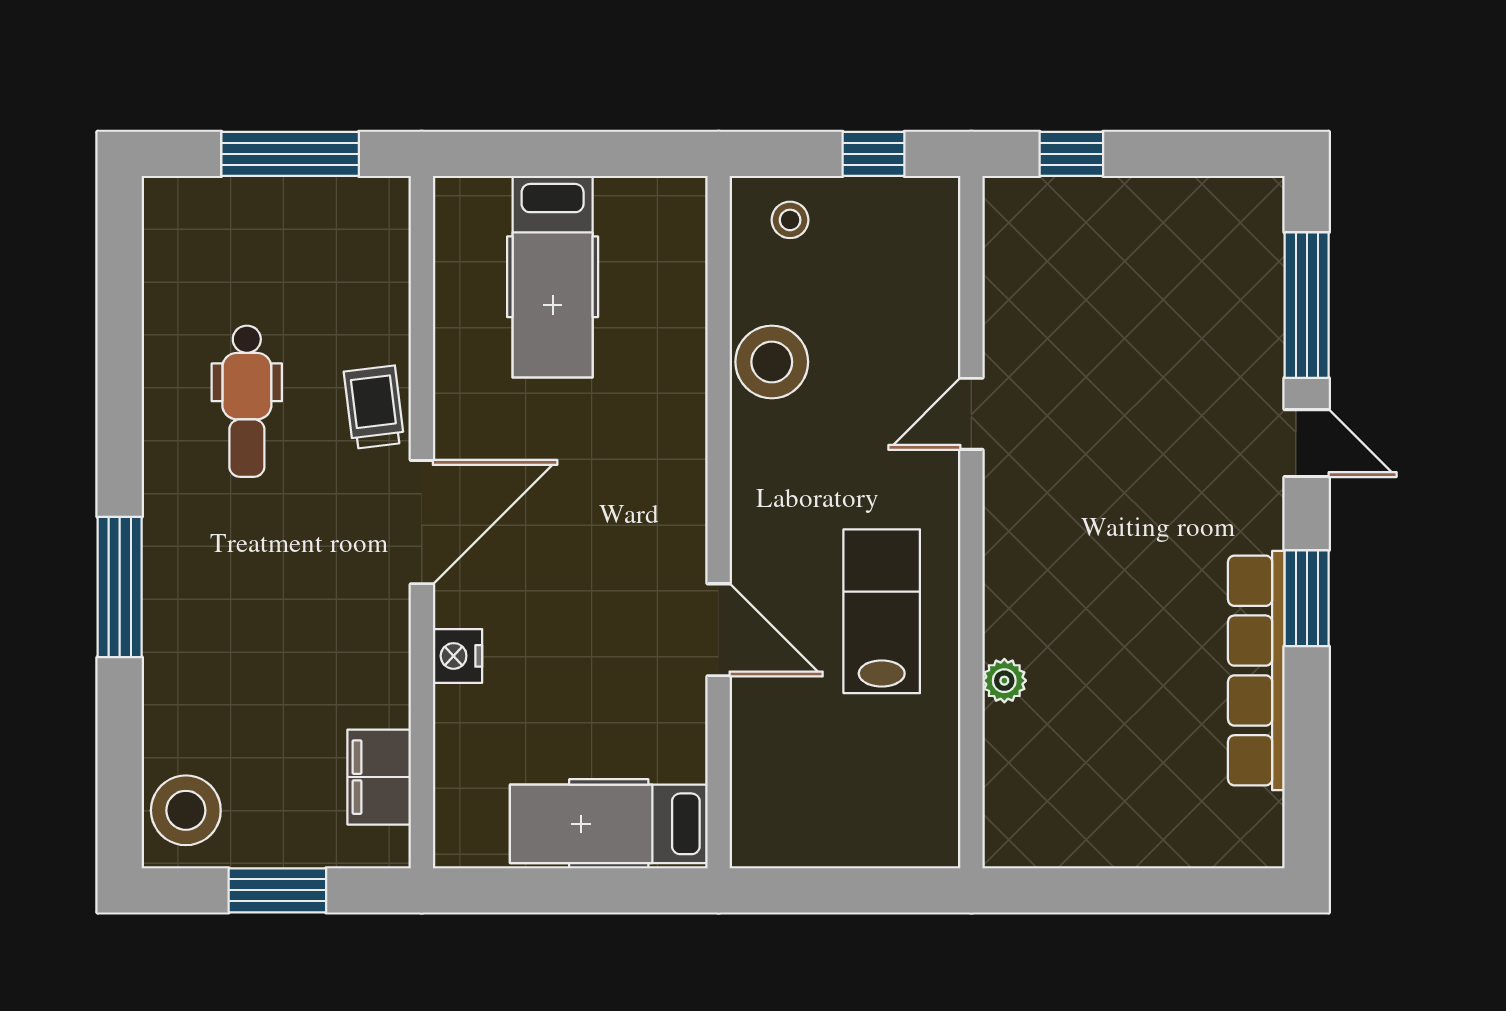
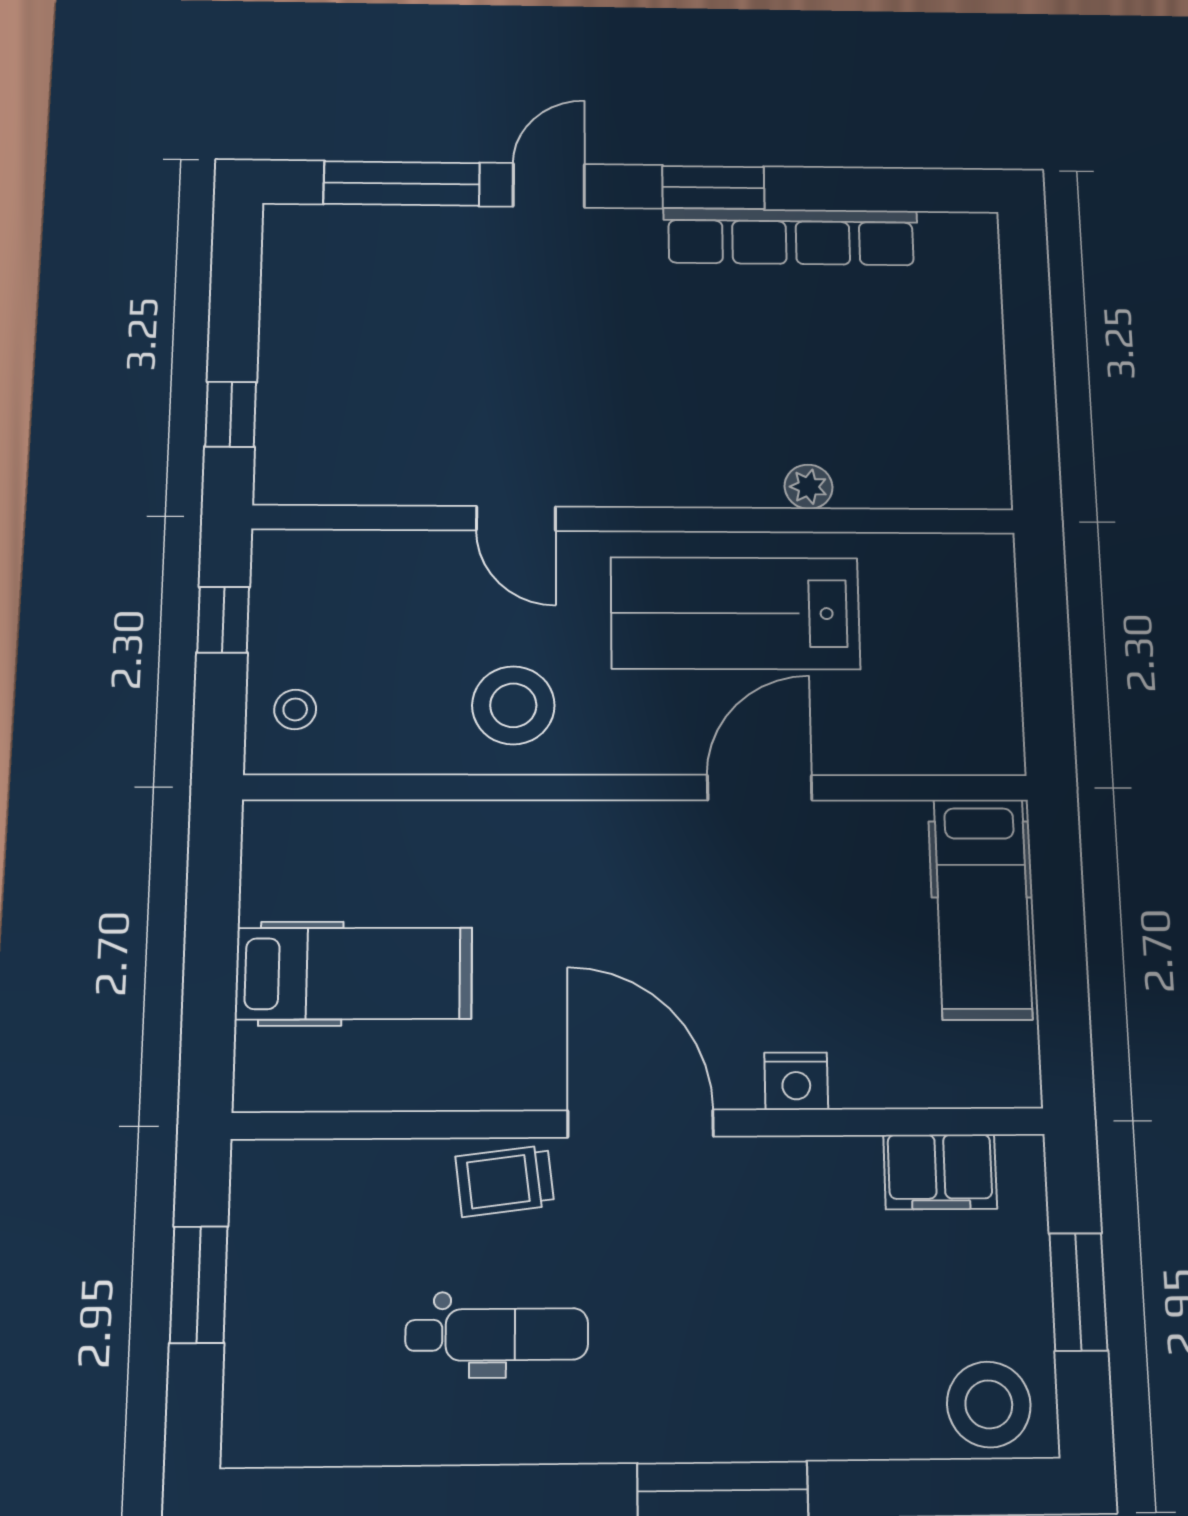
window: (290, 154) -> (199, 1285), width x0.69
stool: (772, 362) -> (513, 705), moved
lab bench: (882, 611) -> (735, 613), width x1.36, depth x1.39

